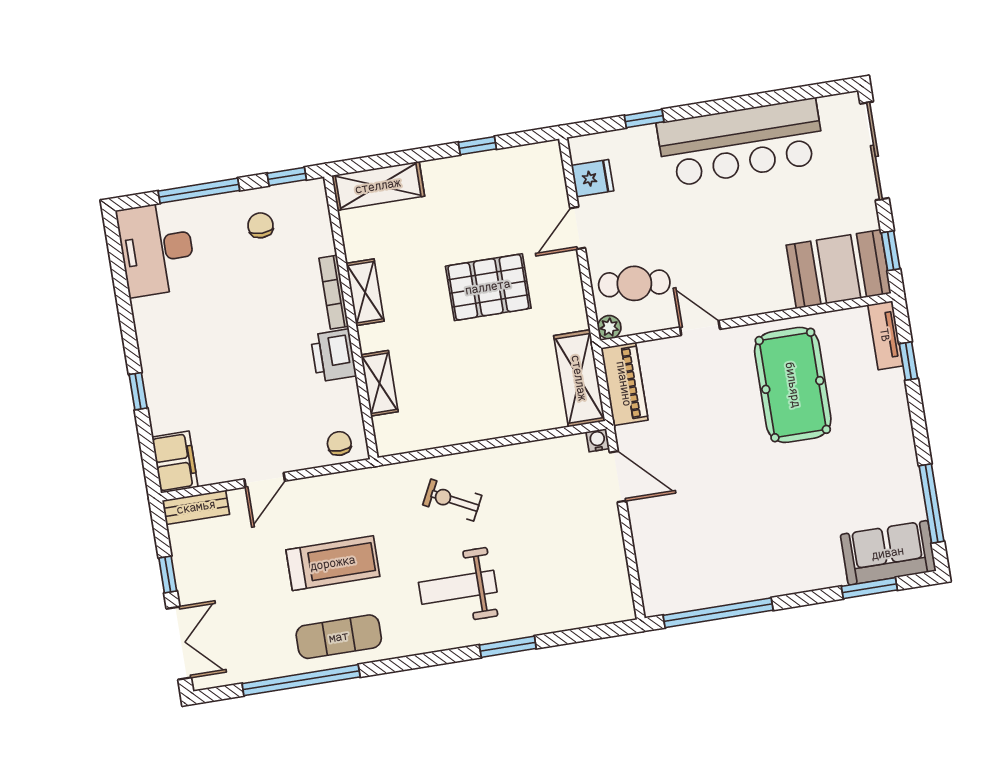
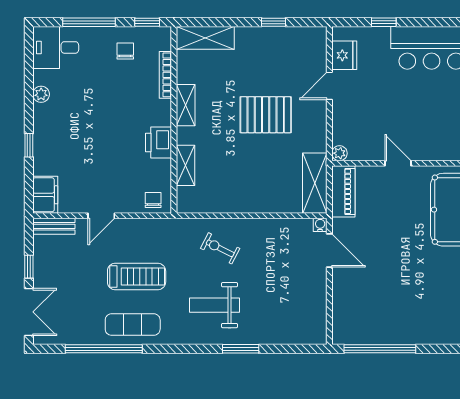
fridge: (593, 178) -> (344, 55), width x1.38
desk: (157, 249) -> (56, 47), width x0.73
cafe table: (634, 283) -> (360, 128), removed
bookcase: (334, 292) -> (165, 75), moved
plant: (144, 311) -> (41, 94), added

